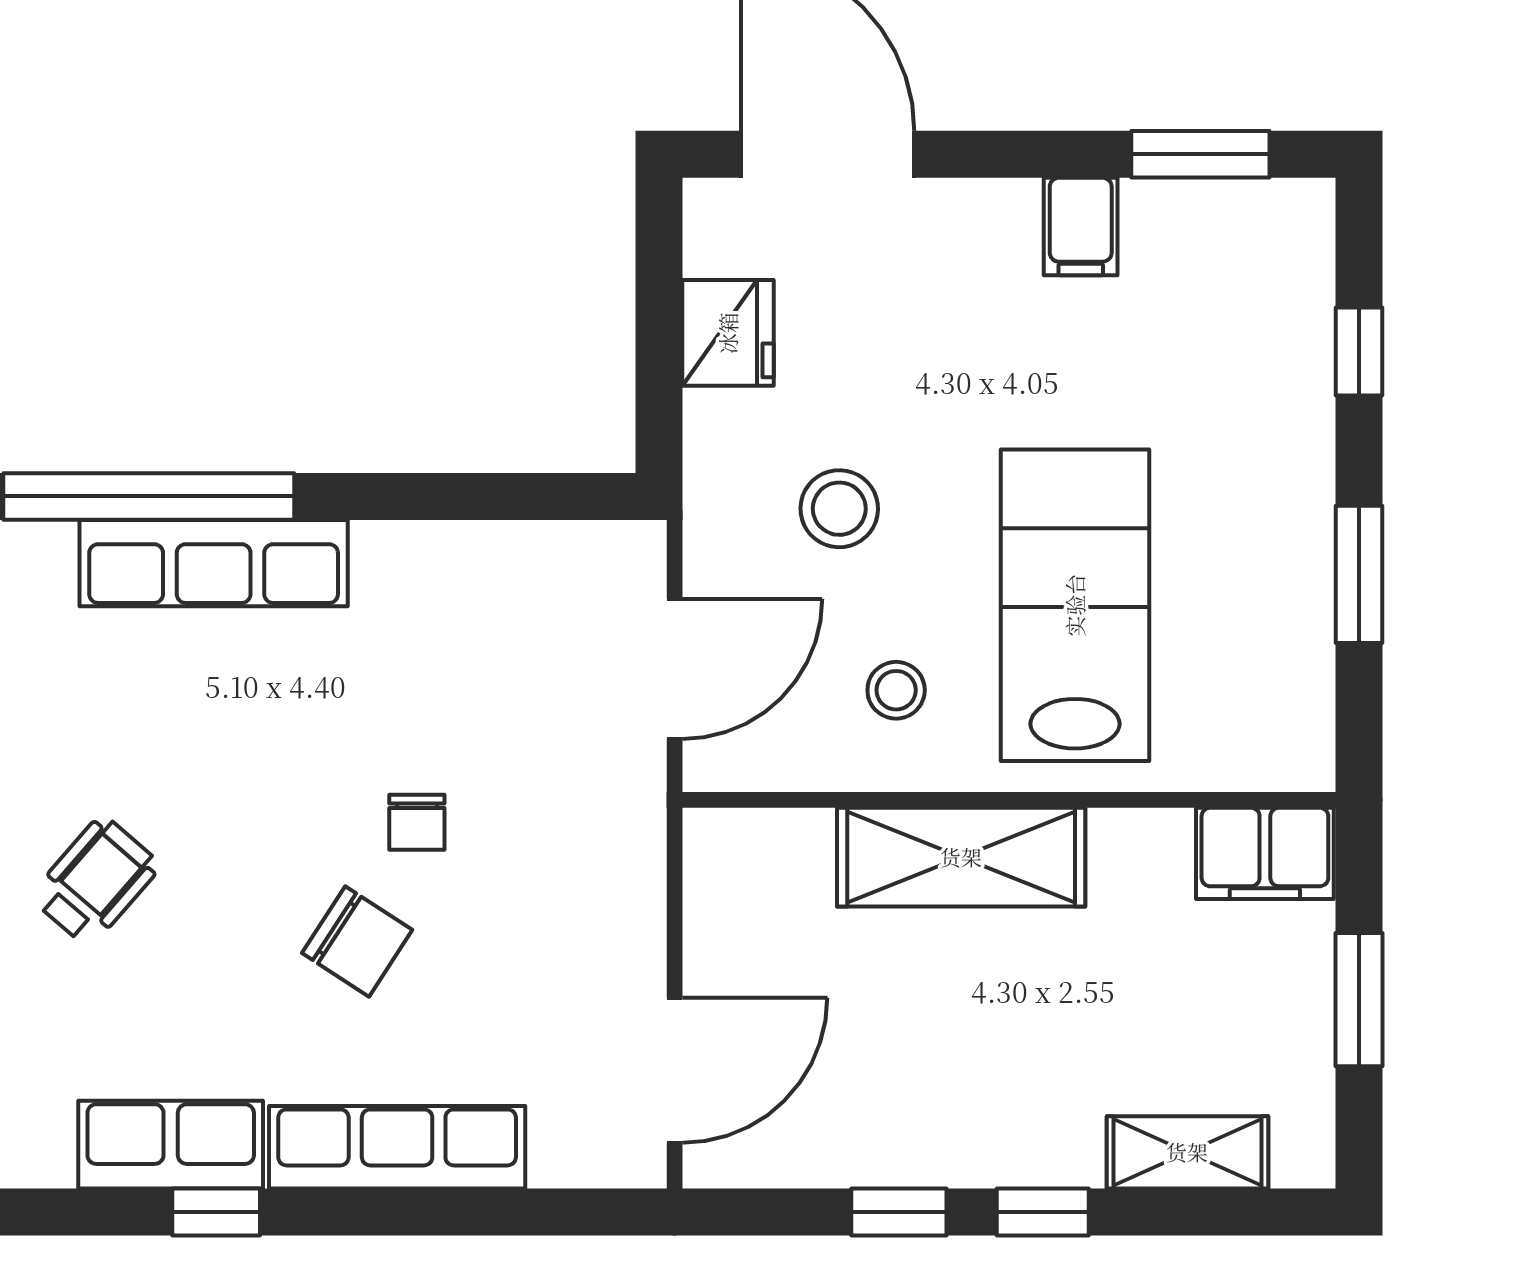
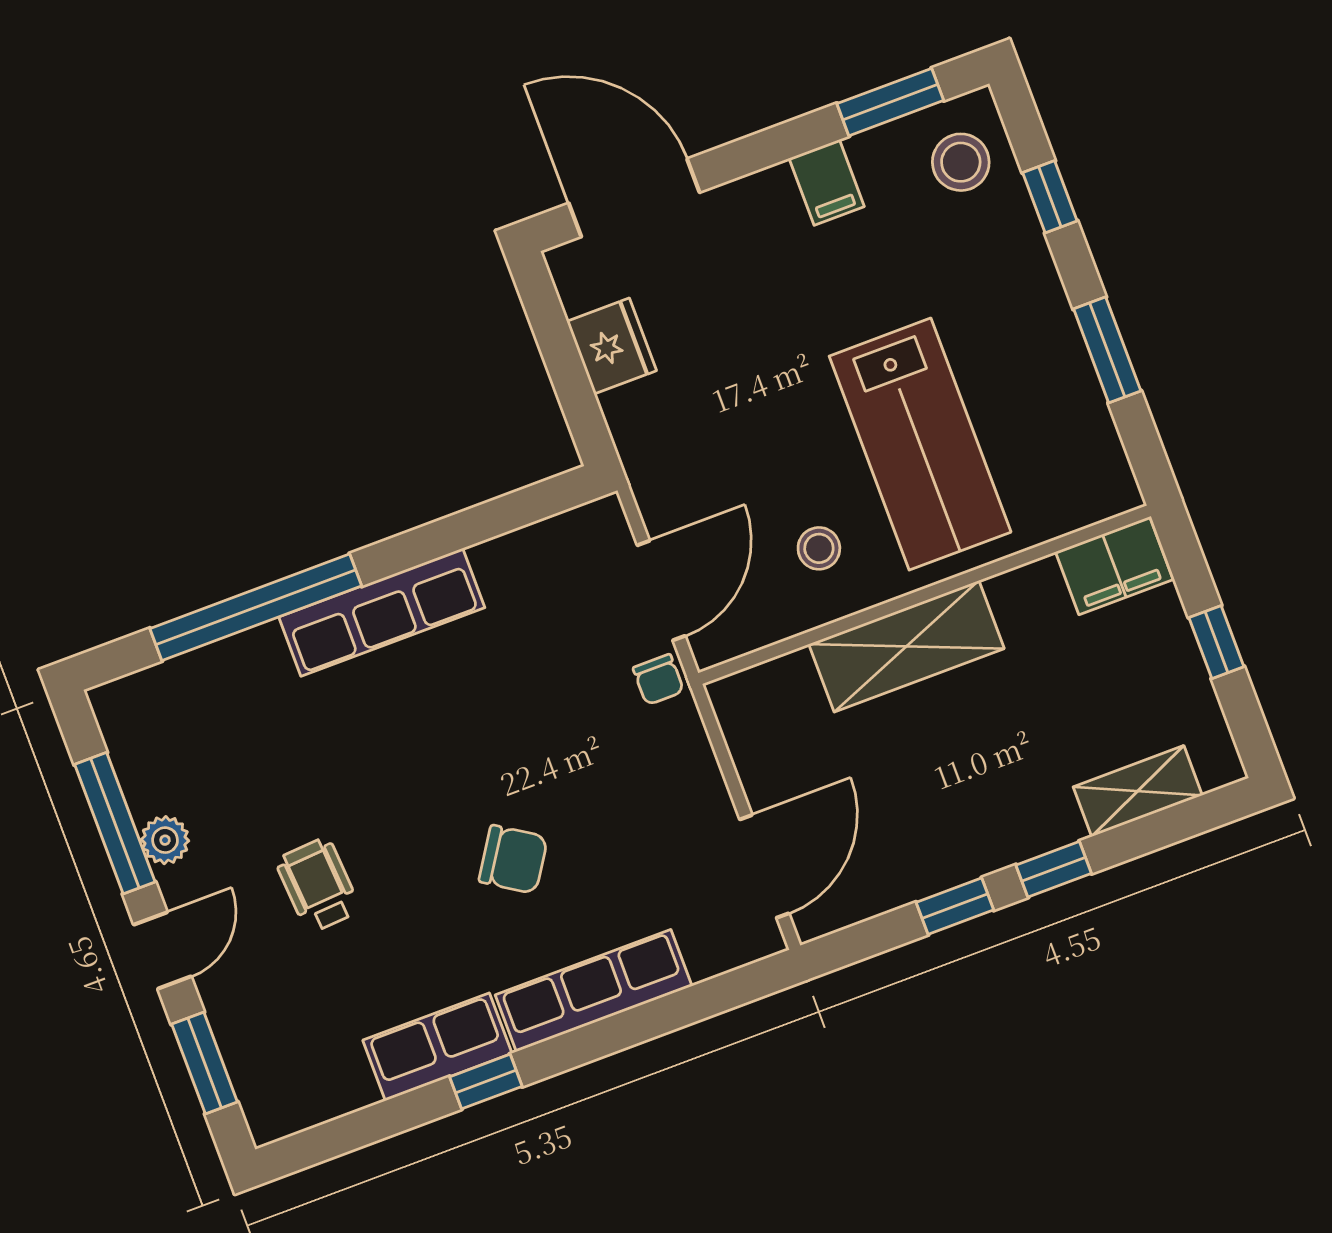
stool: (839, 509) -> (961, 162), moved
row of seats: (214, 563) -> (382, 612), moved
lab bench: (1075, 605) -> (920, 444), turned 180
chair: (417, 822) -> (658, 680), moved
wheelchair: (95, 881) -> (318, 885), turned -45
window: (1359, 1000) -> (1216, 642), width x0.67

